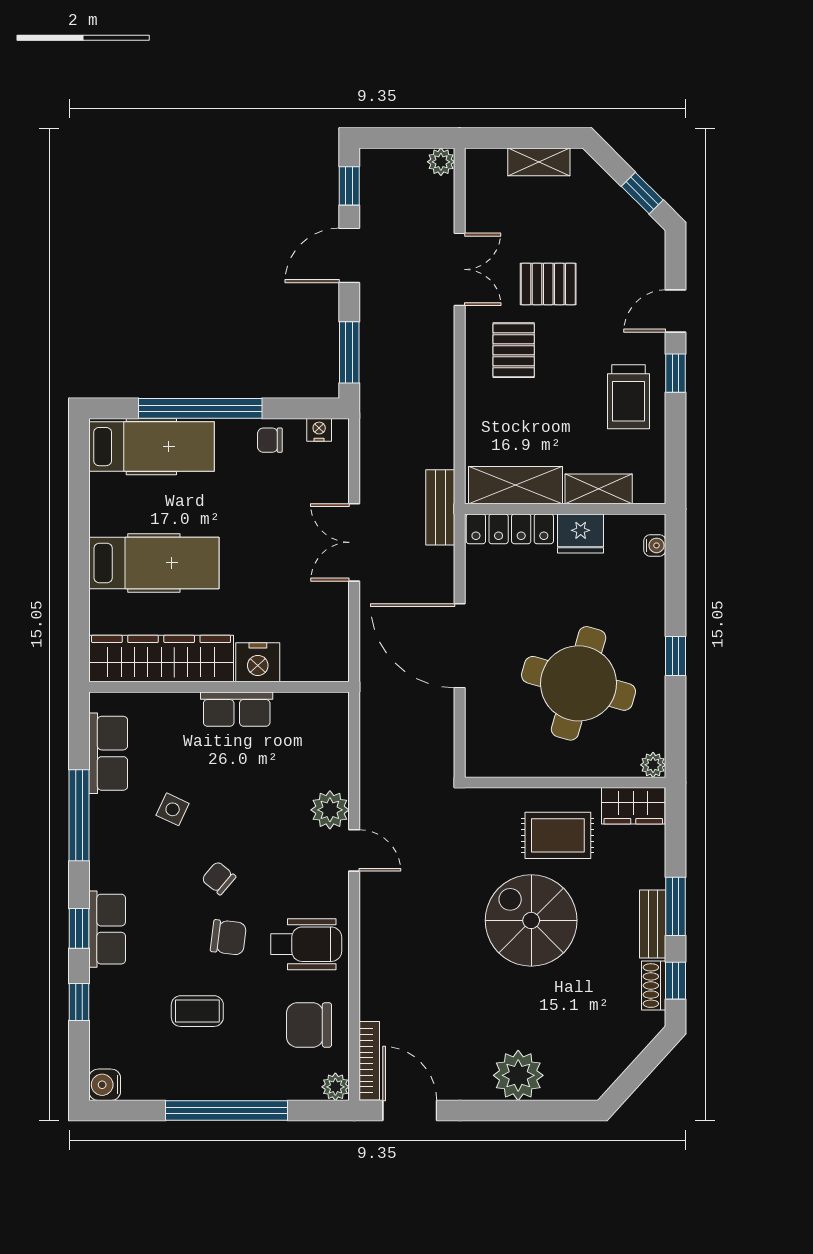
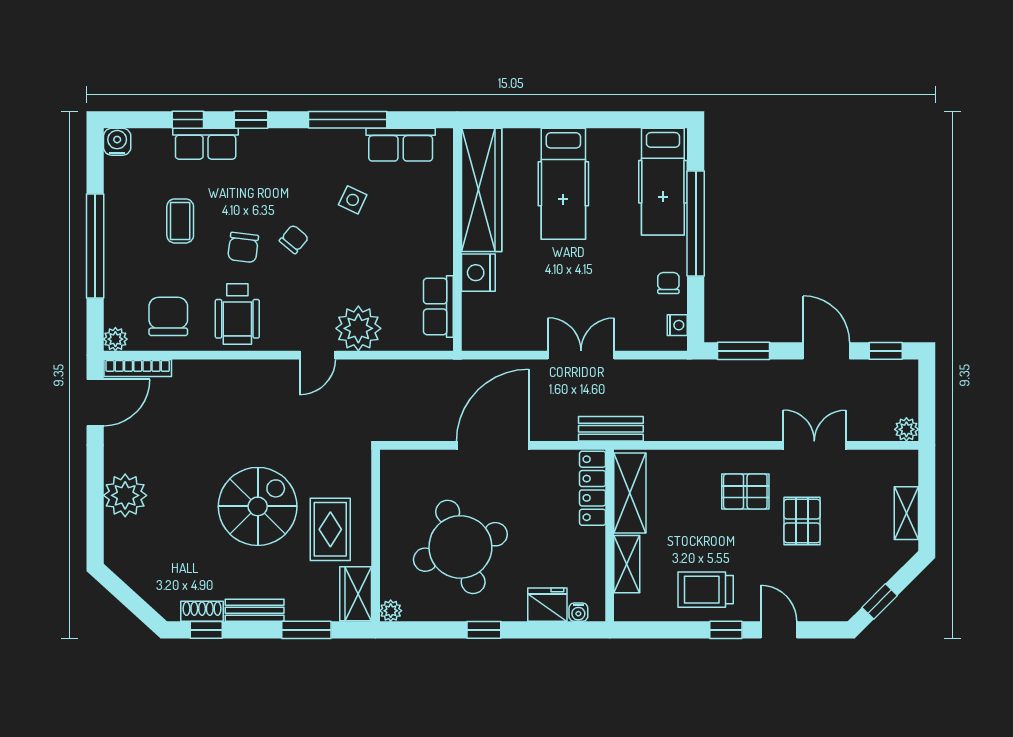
double door: (460, 269) -> (814, 445), swing flipped
fridge: (581, 533) -> (547, 605), moved, turned 90
round table: (579, 683) -> (460, 547), turned -36
row of seats: (237, 709) -> (438, 306), moved
plant: (330, 810) -> (358, 328), width x1.36, depth x1.36
window: (676, 906) -> (306, 630), moved
row of seats: (107, 929) -> (206, 144), moved

